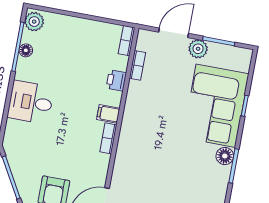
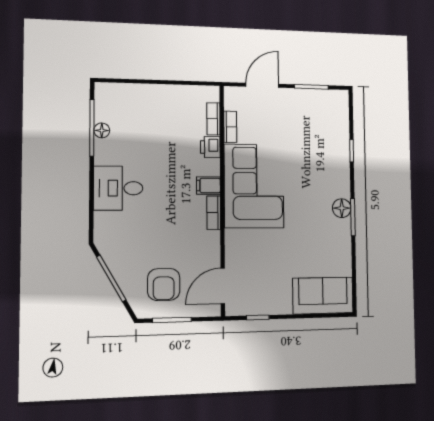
plant: (34, 22) -> (106, 97), removed
bookcase: (127, 41) -> (213, 119), moved
plant: (198, 49) -> (291, 98), removed
corner sofa: (216, 106) -> (254, 186), moved, turned 180

